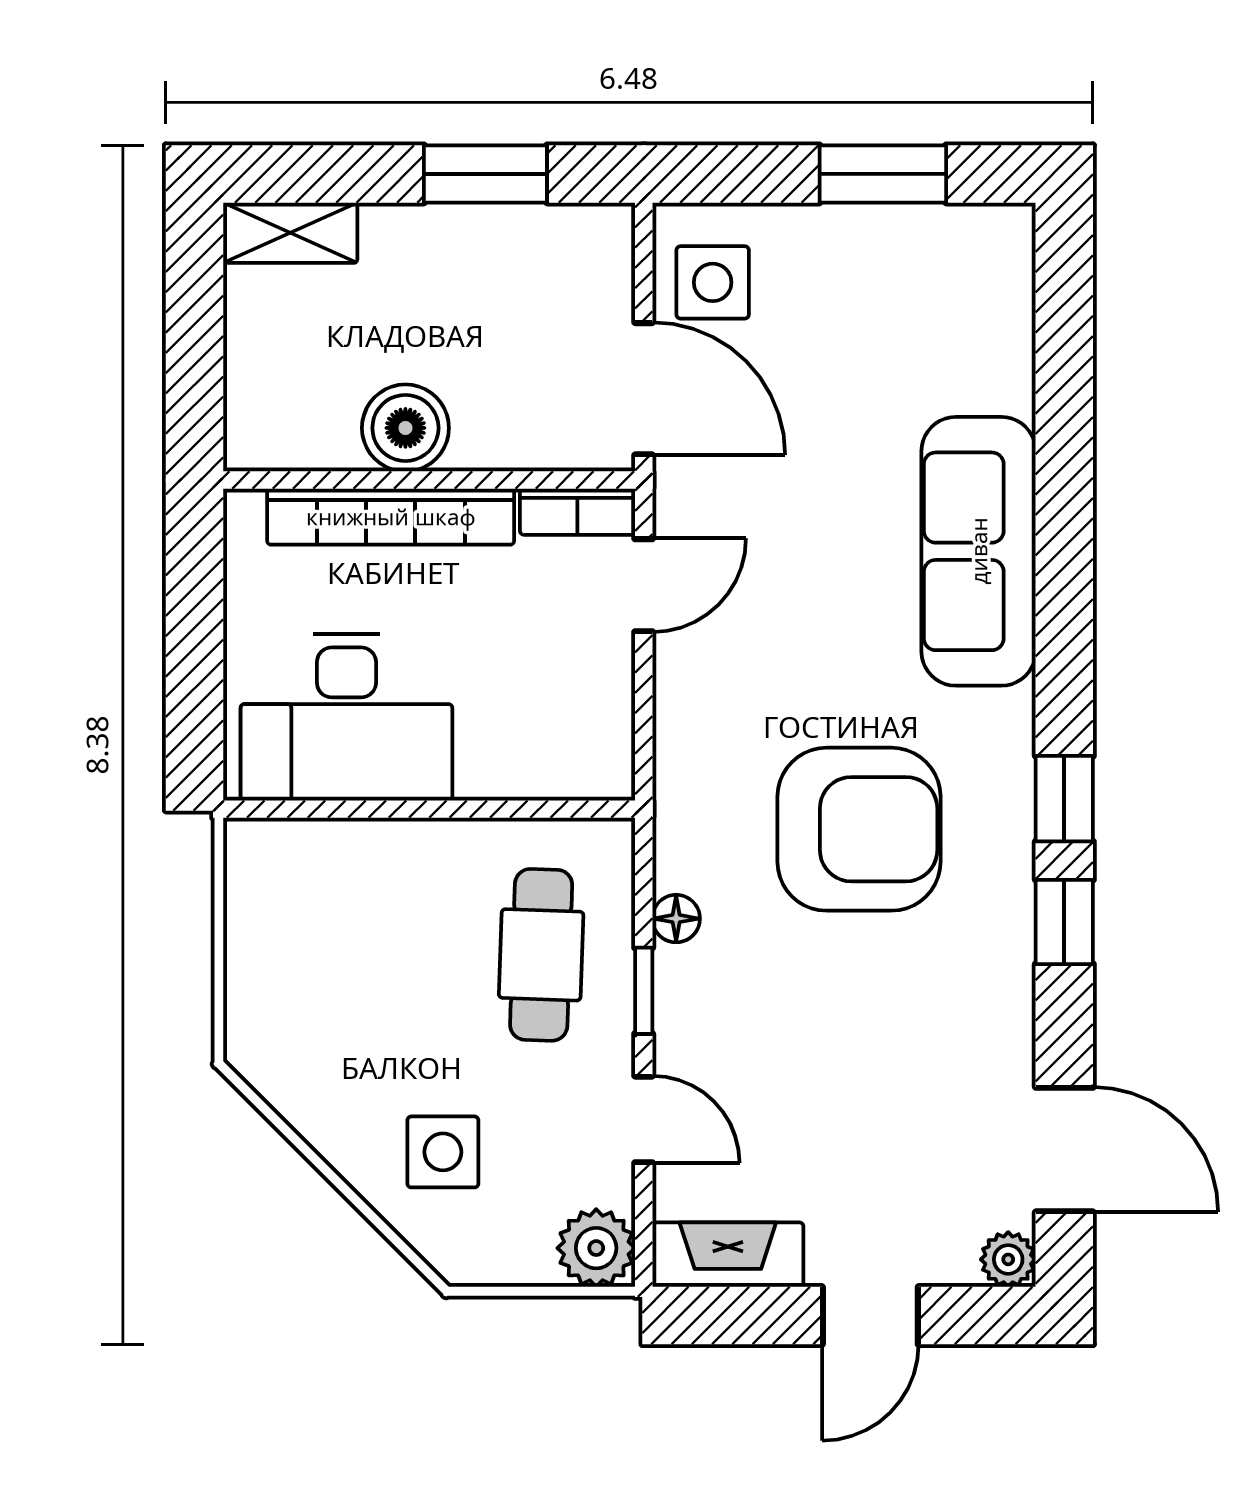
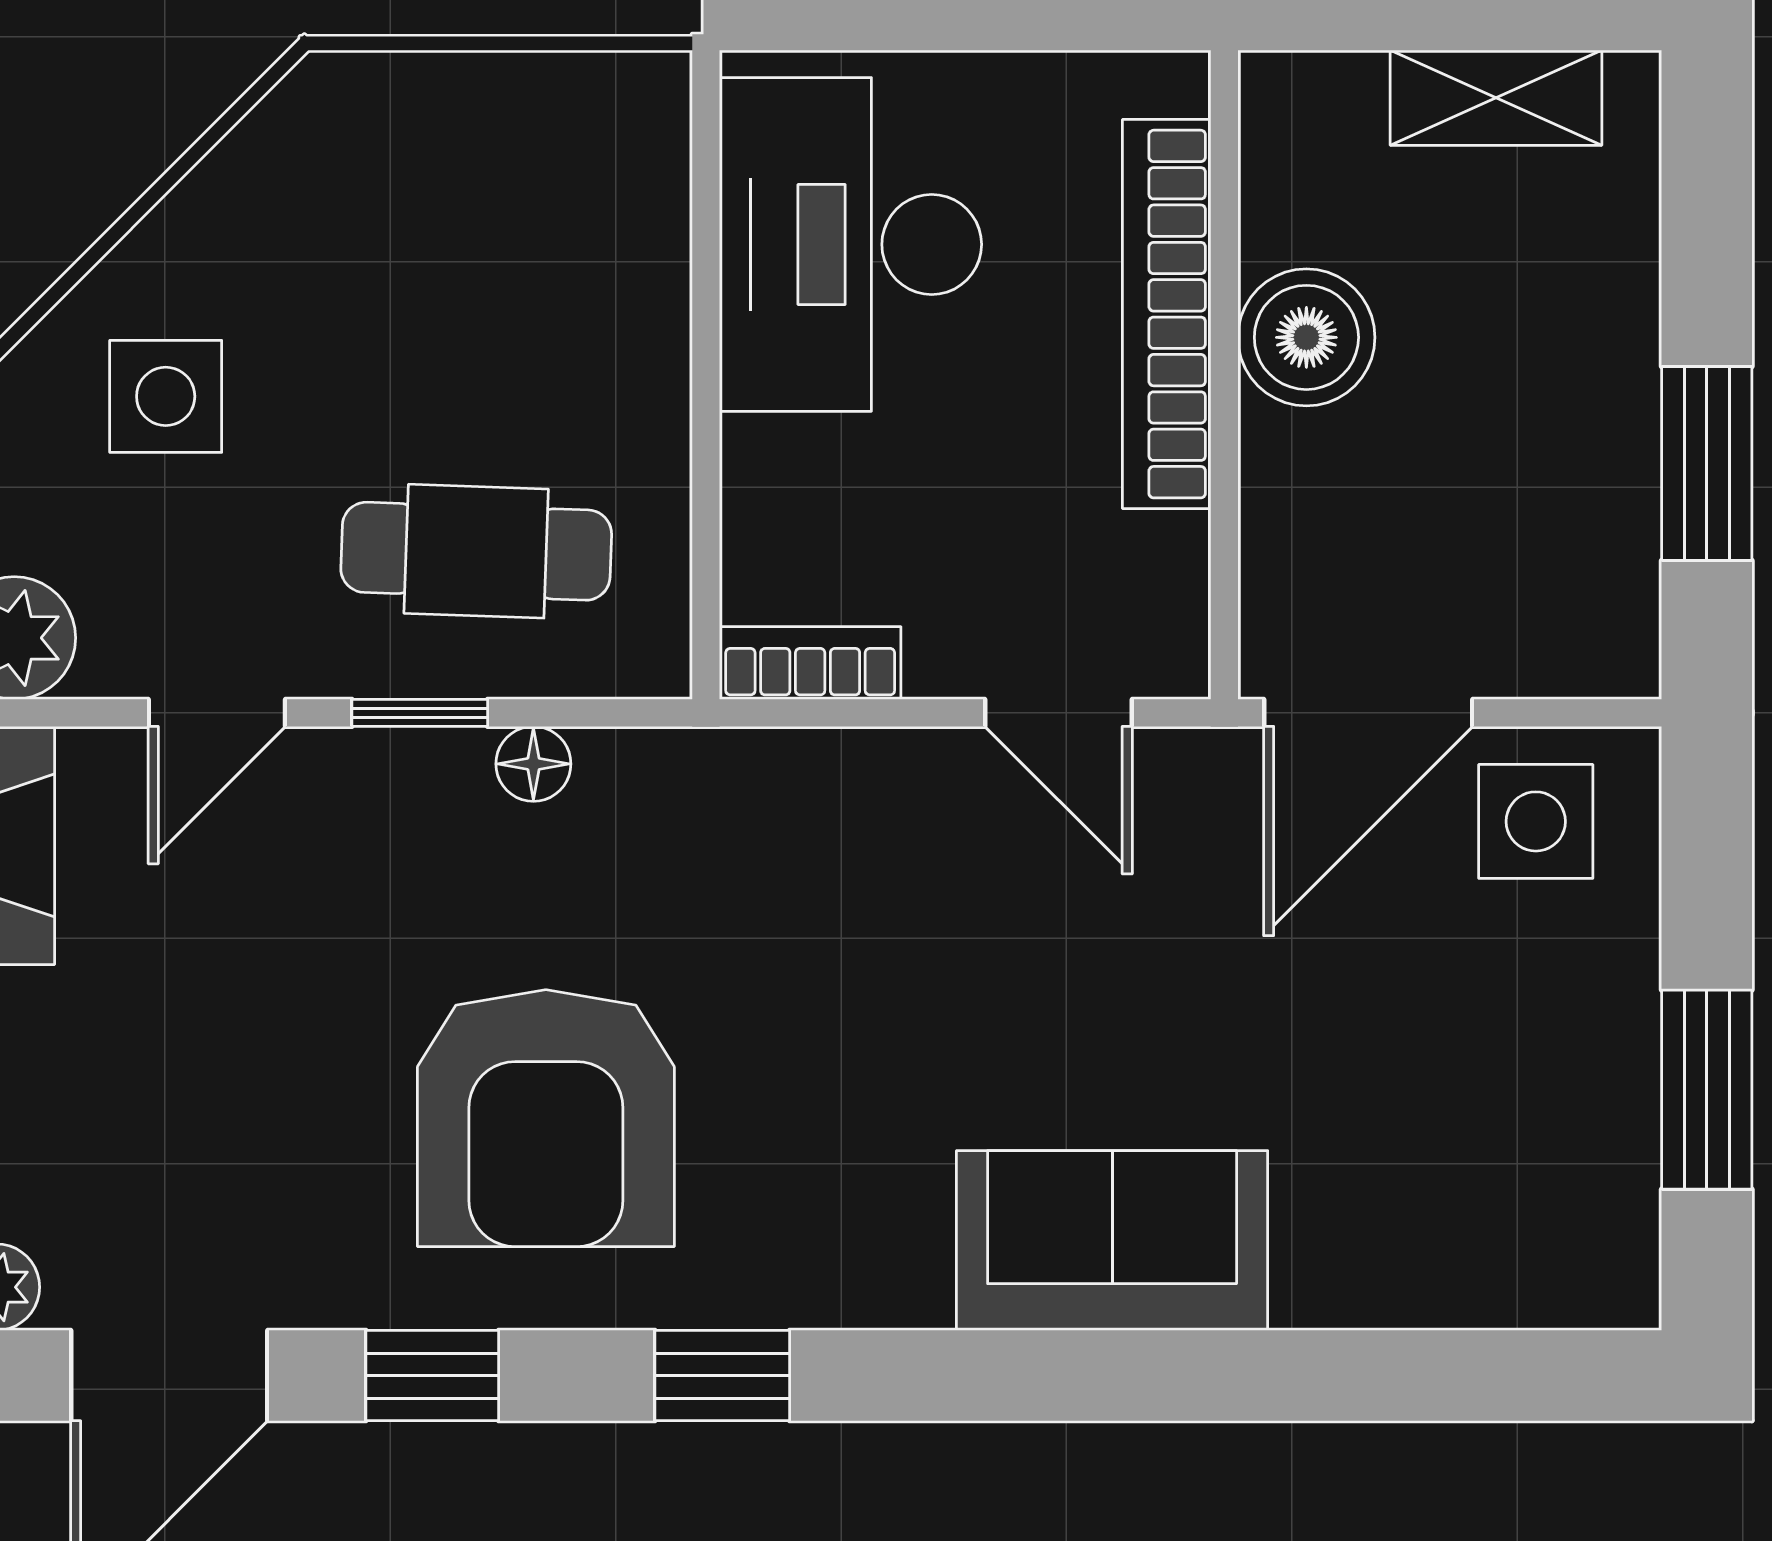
shelving: (290, 233) -> (1496, 98), moved, turned 90
bookcase: (577, 512) -> (810, 663), moved, turned 90
sofa: (979, 551) -> (1112, 1241), width x0.73
armchair: (859, 829) -> (546, 1118), moved
window: (1064, 922) -> (432, 1376), moved

